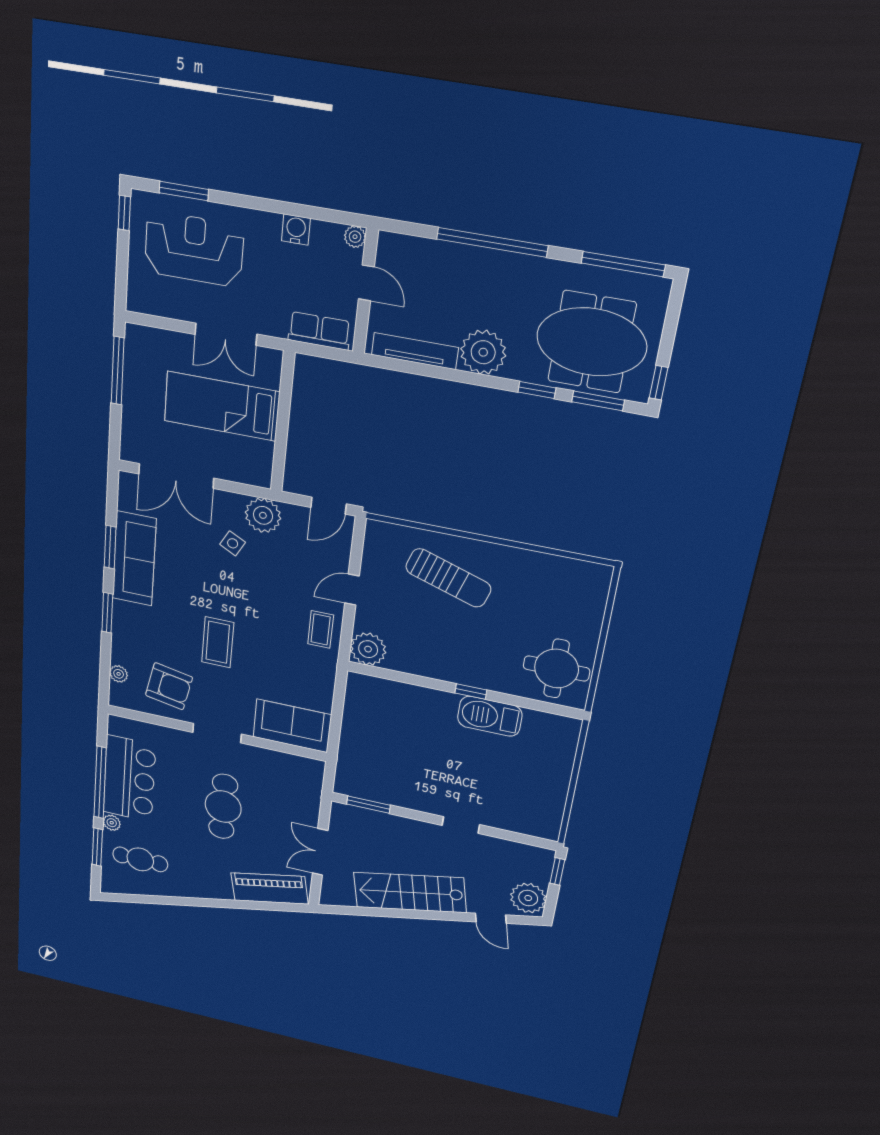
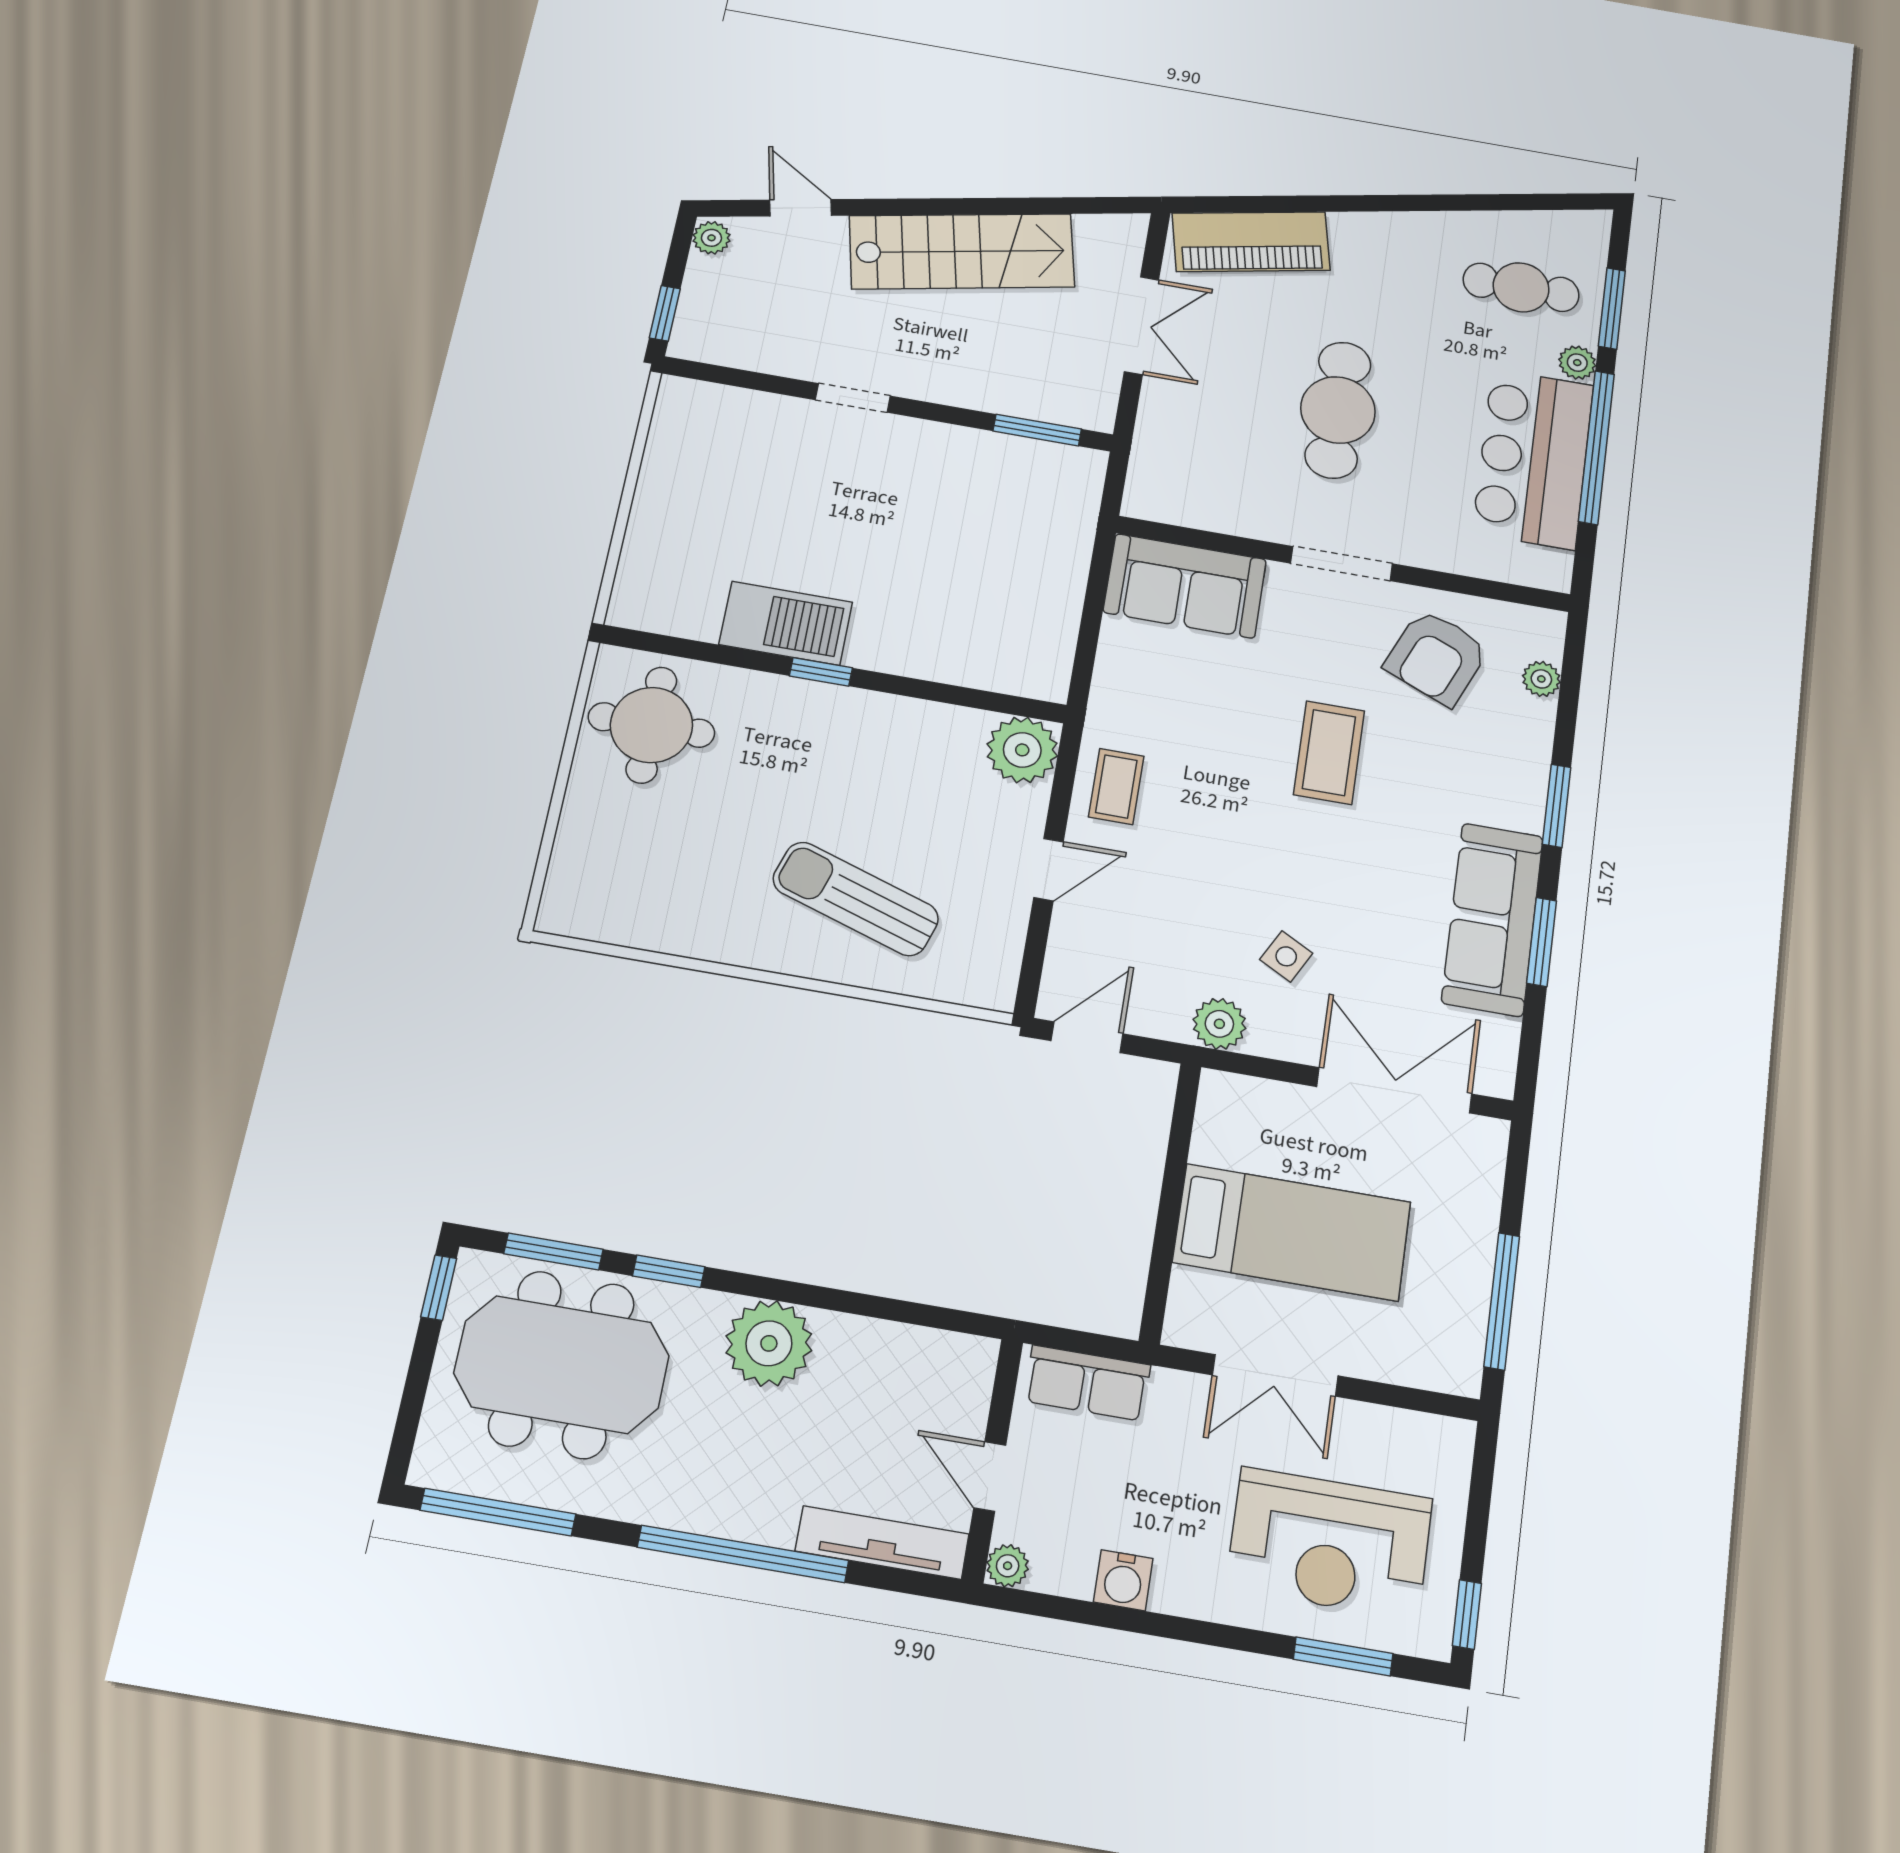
double door: (226, 334) -> (1275, 1375), swing flipped
tv unit: (415, 351) -> (882, 1543), moved, turned 180
plant: (263, 515) -> (1219, 1024), width x0.73, depth x0.73
armchair: (169, 686) -> (1437, 657), turned -78
plant: (528, 898) -> (711, 238), width x0.53, depth x0.53

